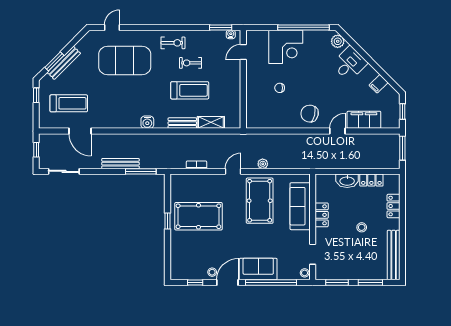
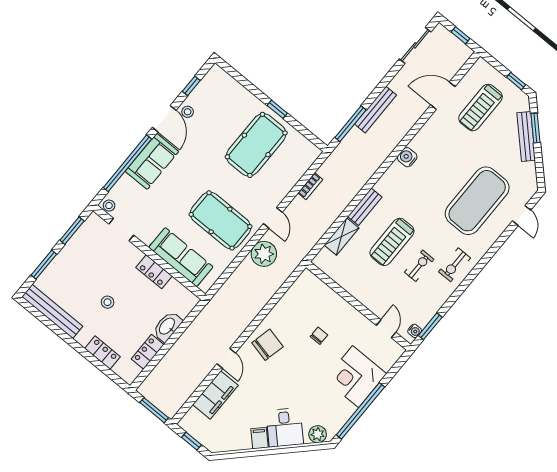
filing cabinet: (378, 84) -> (259, 438), moved
water cooler: (147, 122) -> (407, 157), moved
plant: (263, 164) -> (264, 254), width x1.88, depth x1.88

